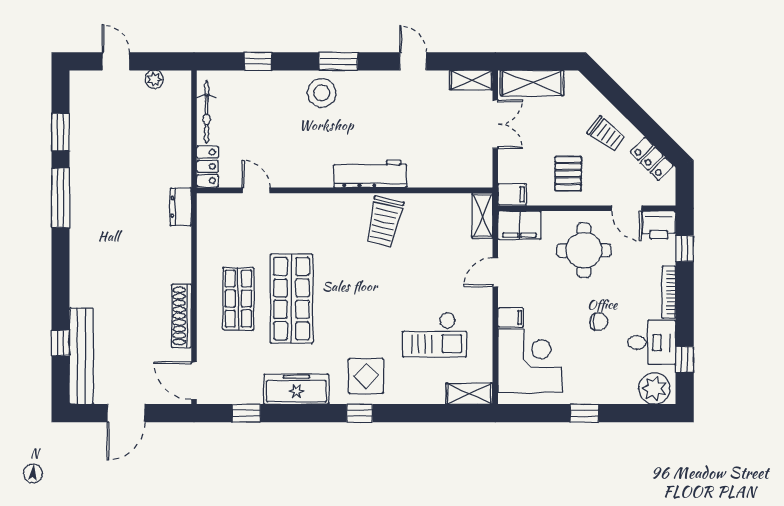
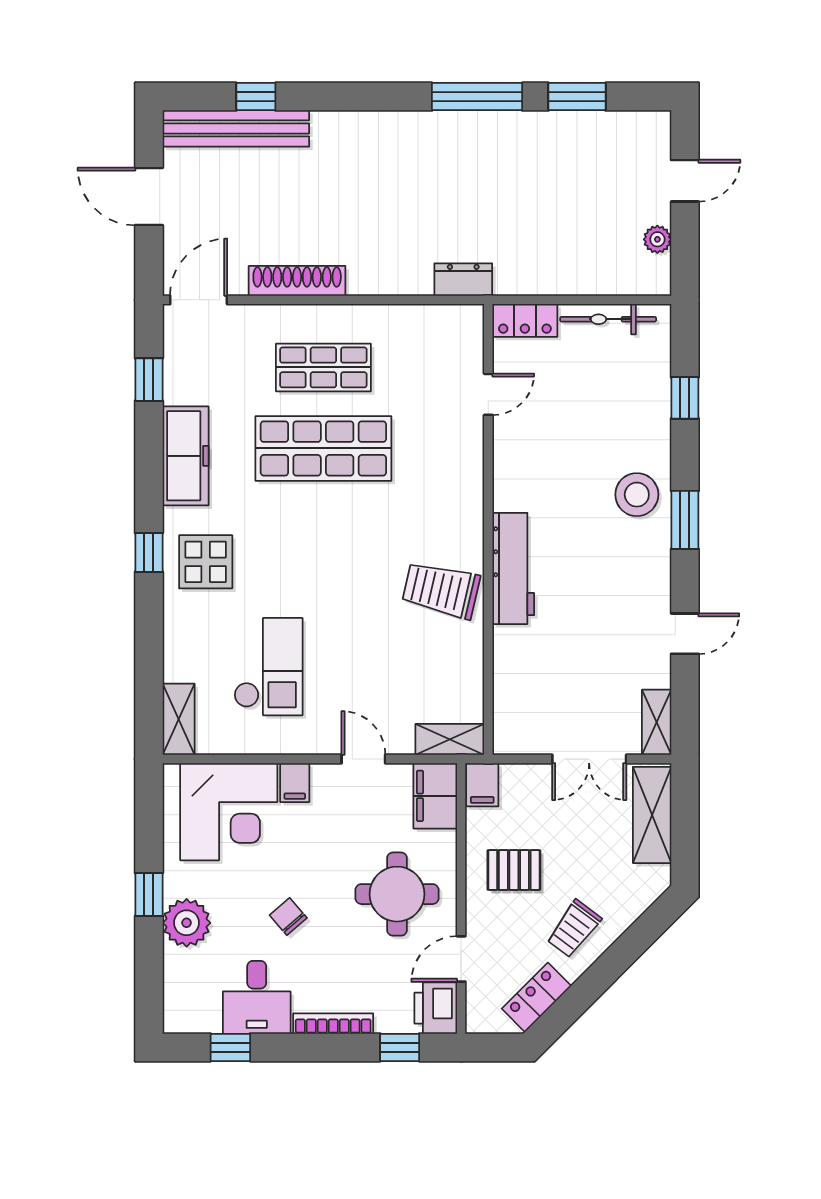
chair: (599, 322) -> (288, 917), turned 139
checkout: (435, 335) -> (268, 667), turned 180
plant: (654, 388) -> (187, 923), moved

